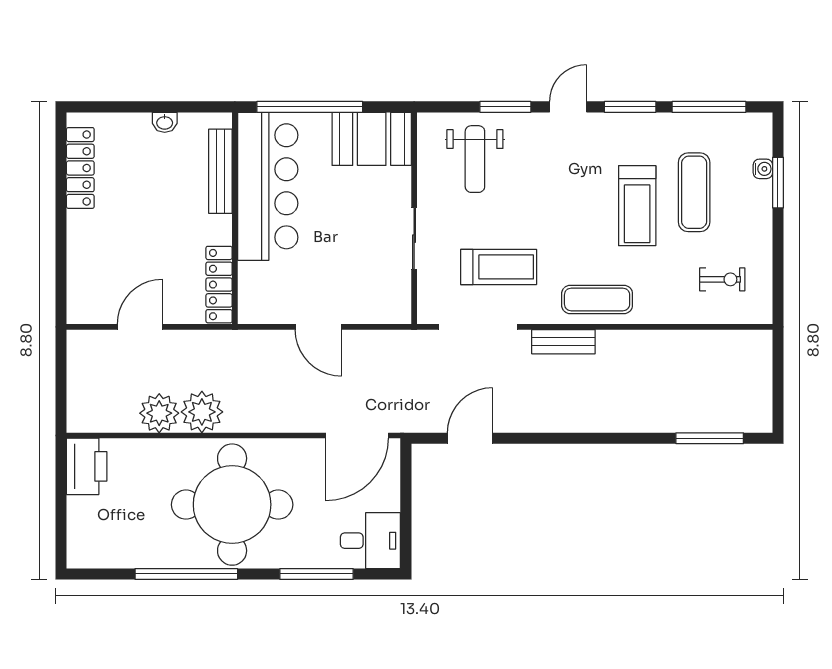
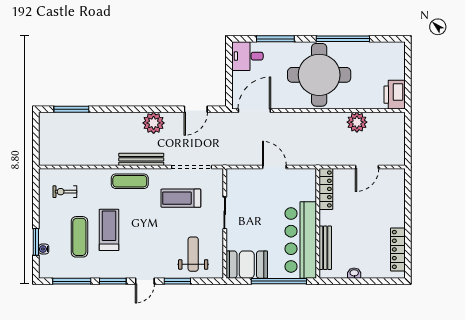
bench: (563, 342) -> (141, 159), width x1.36
plant: (202, 412) -> (154, 123), moved

